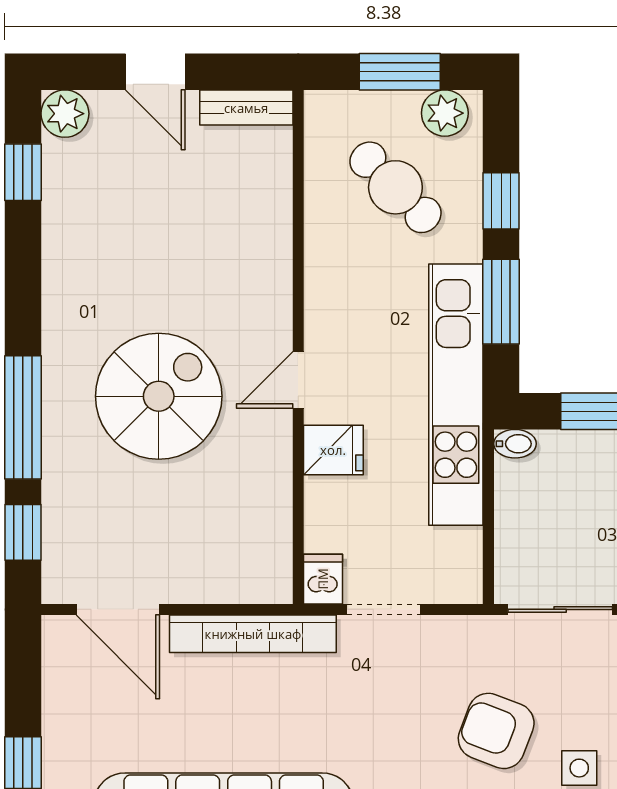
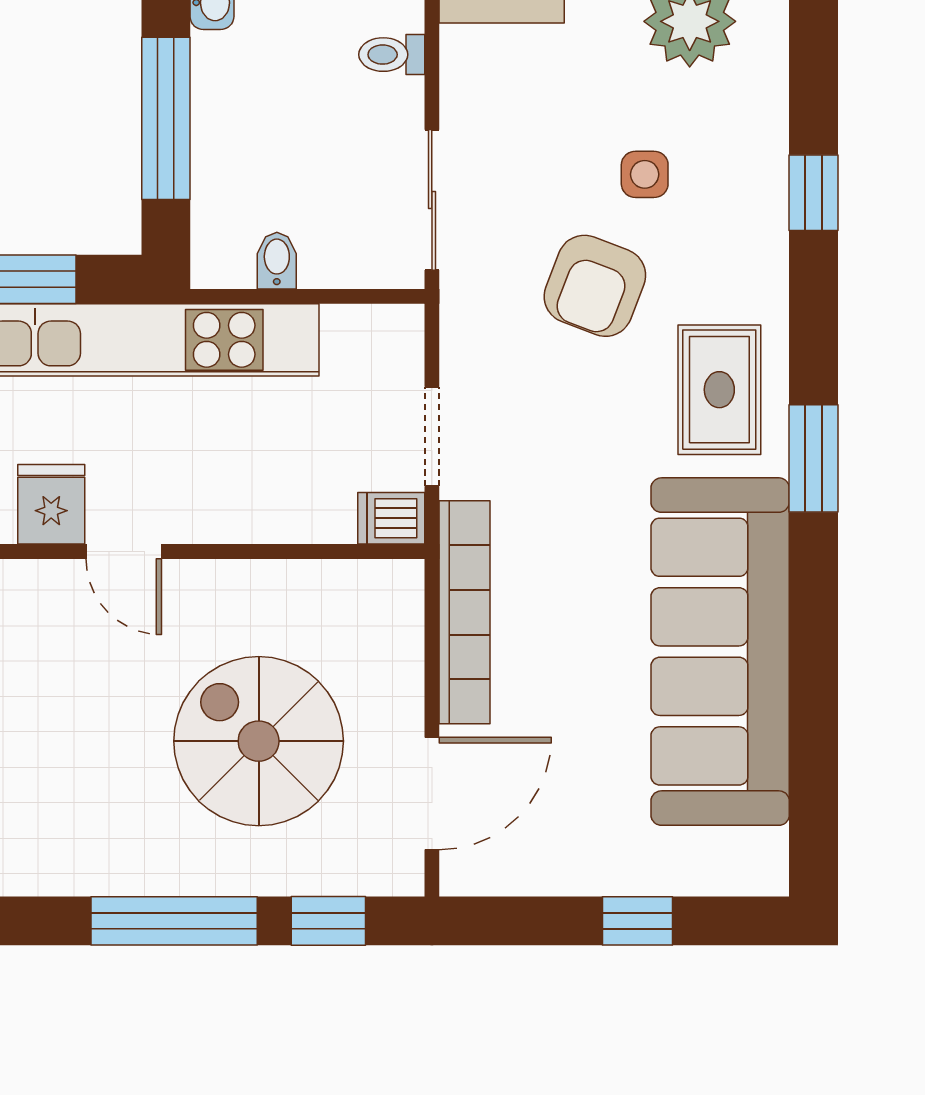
spiral stairs: (159, 396) -> (259, 741), moved
bidet: (515, 444) -> (277, 261), moved
fridge: (333, 450) -> (51, 504), moved

